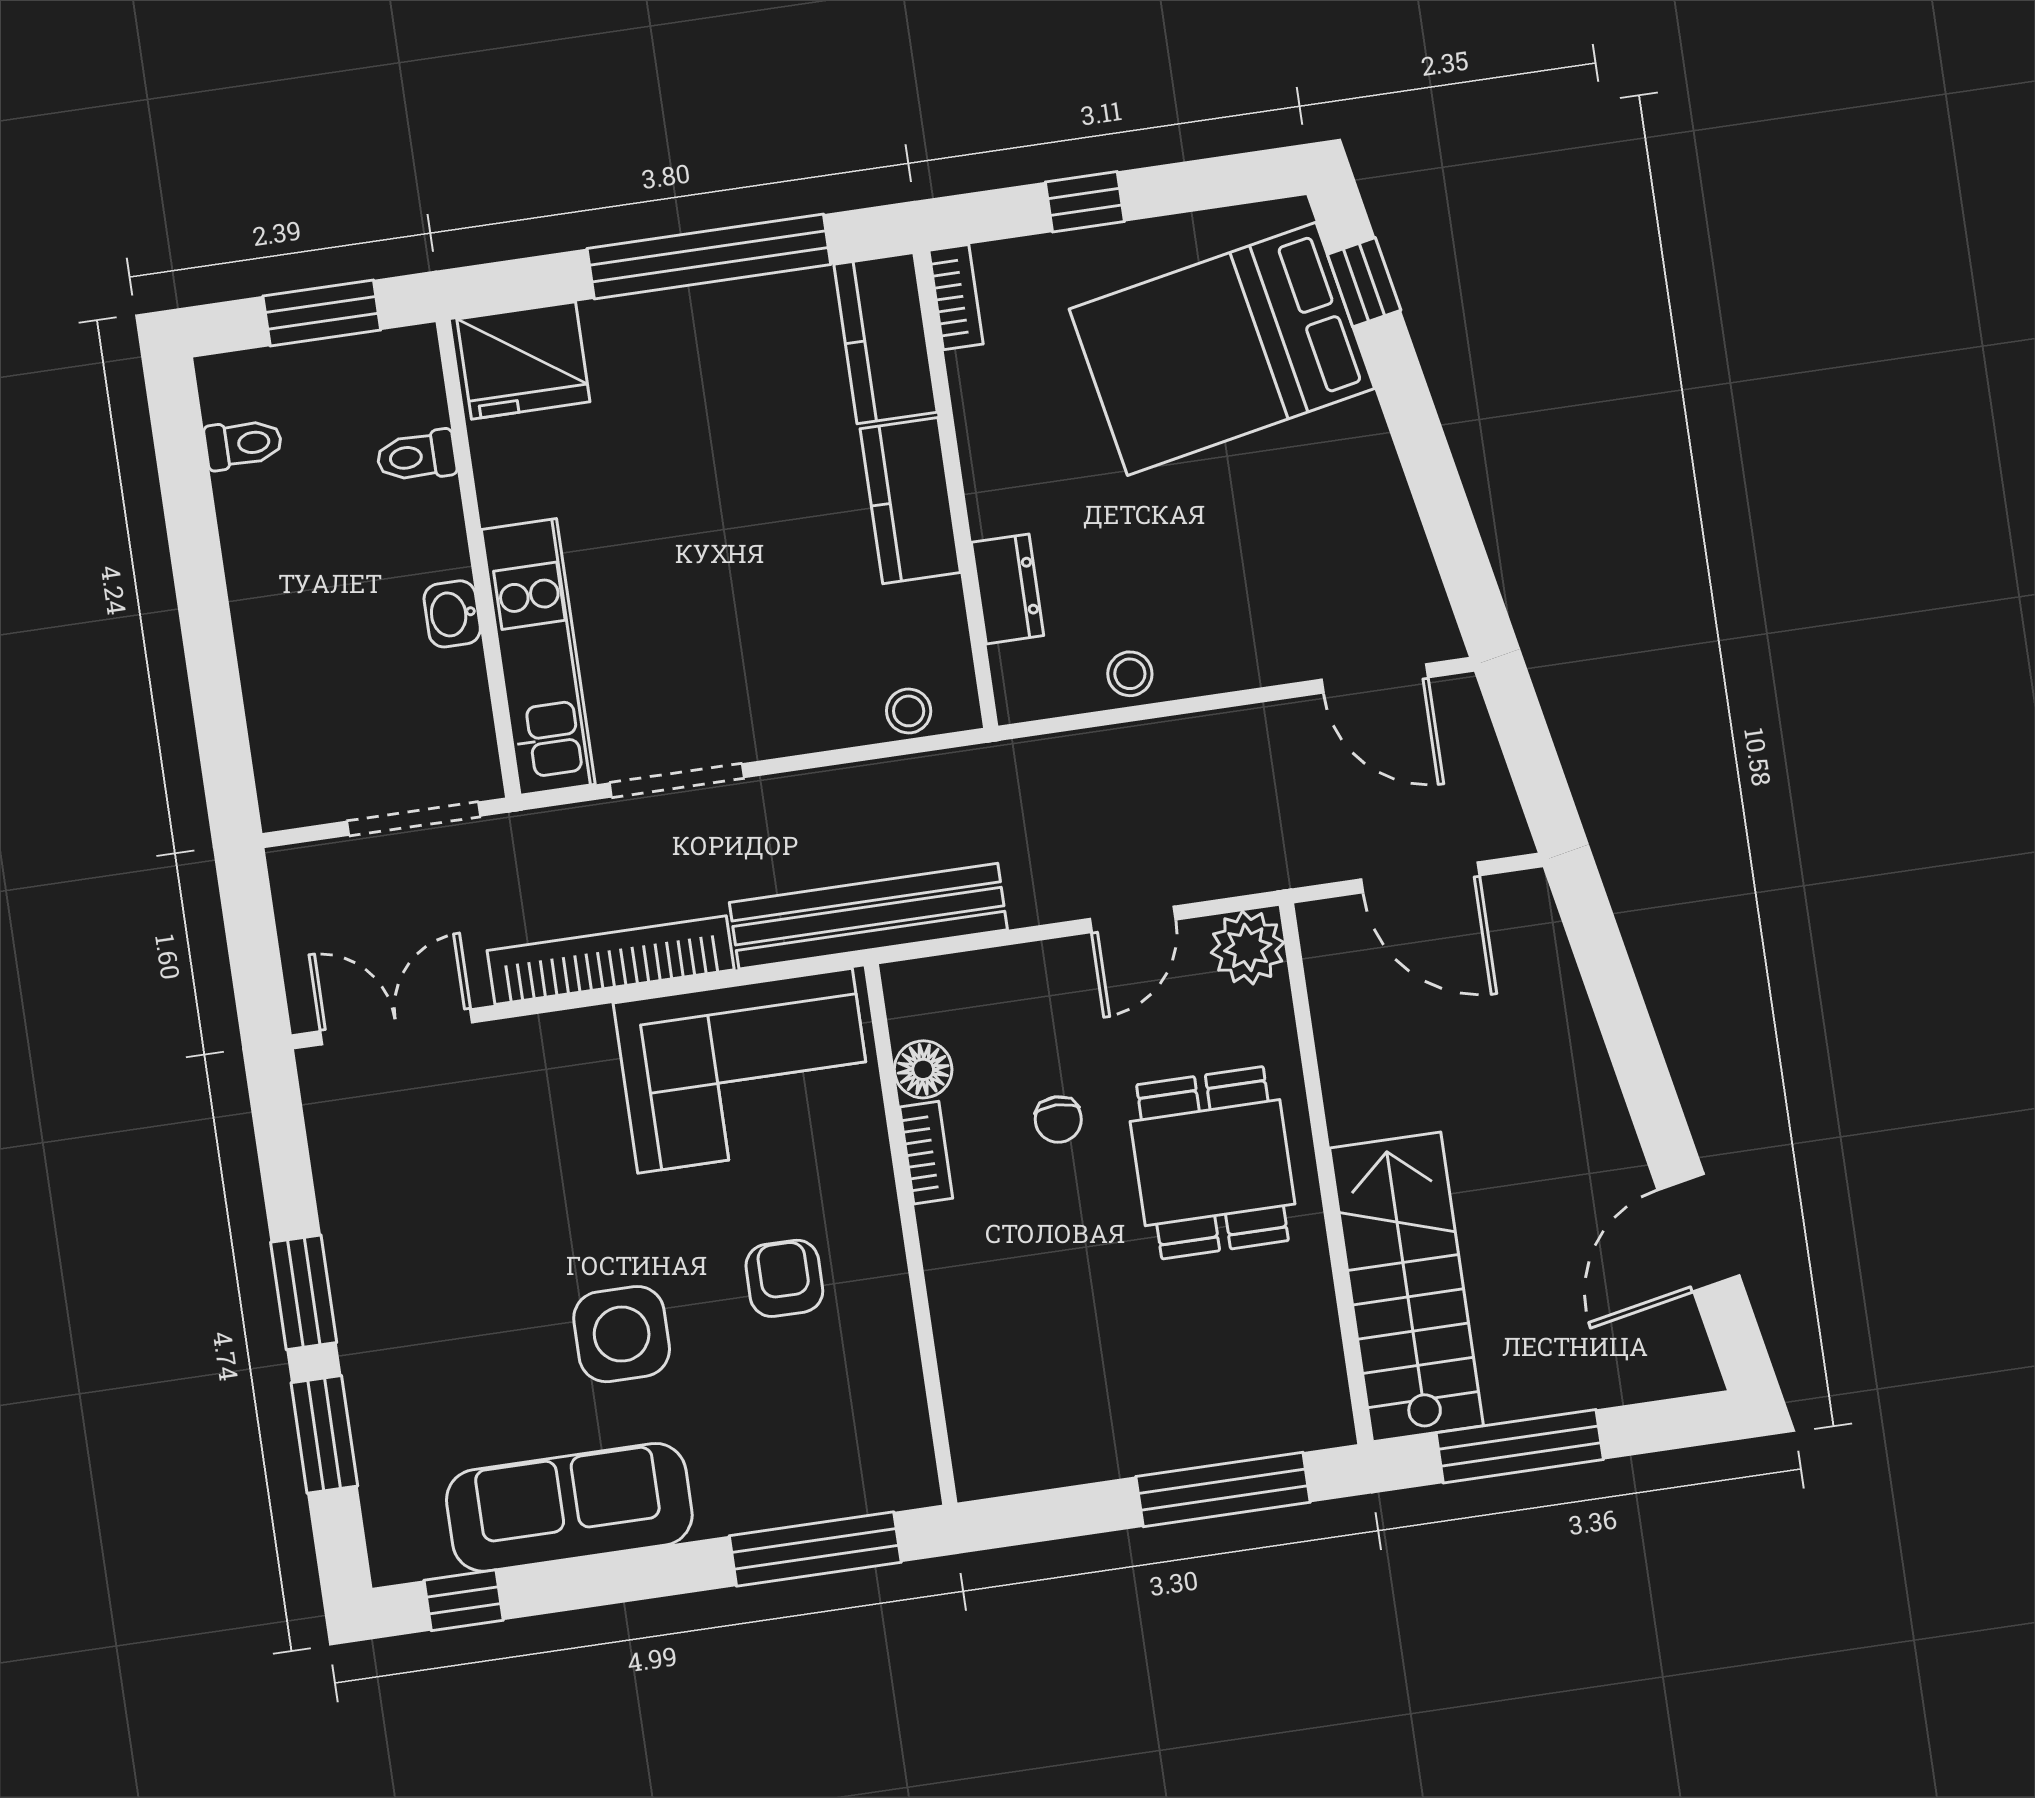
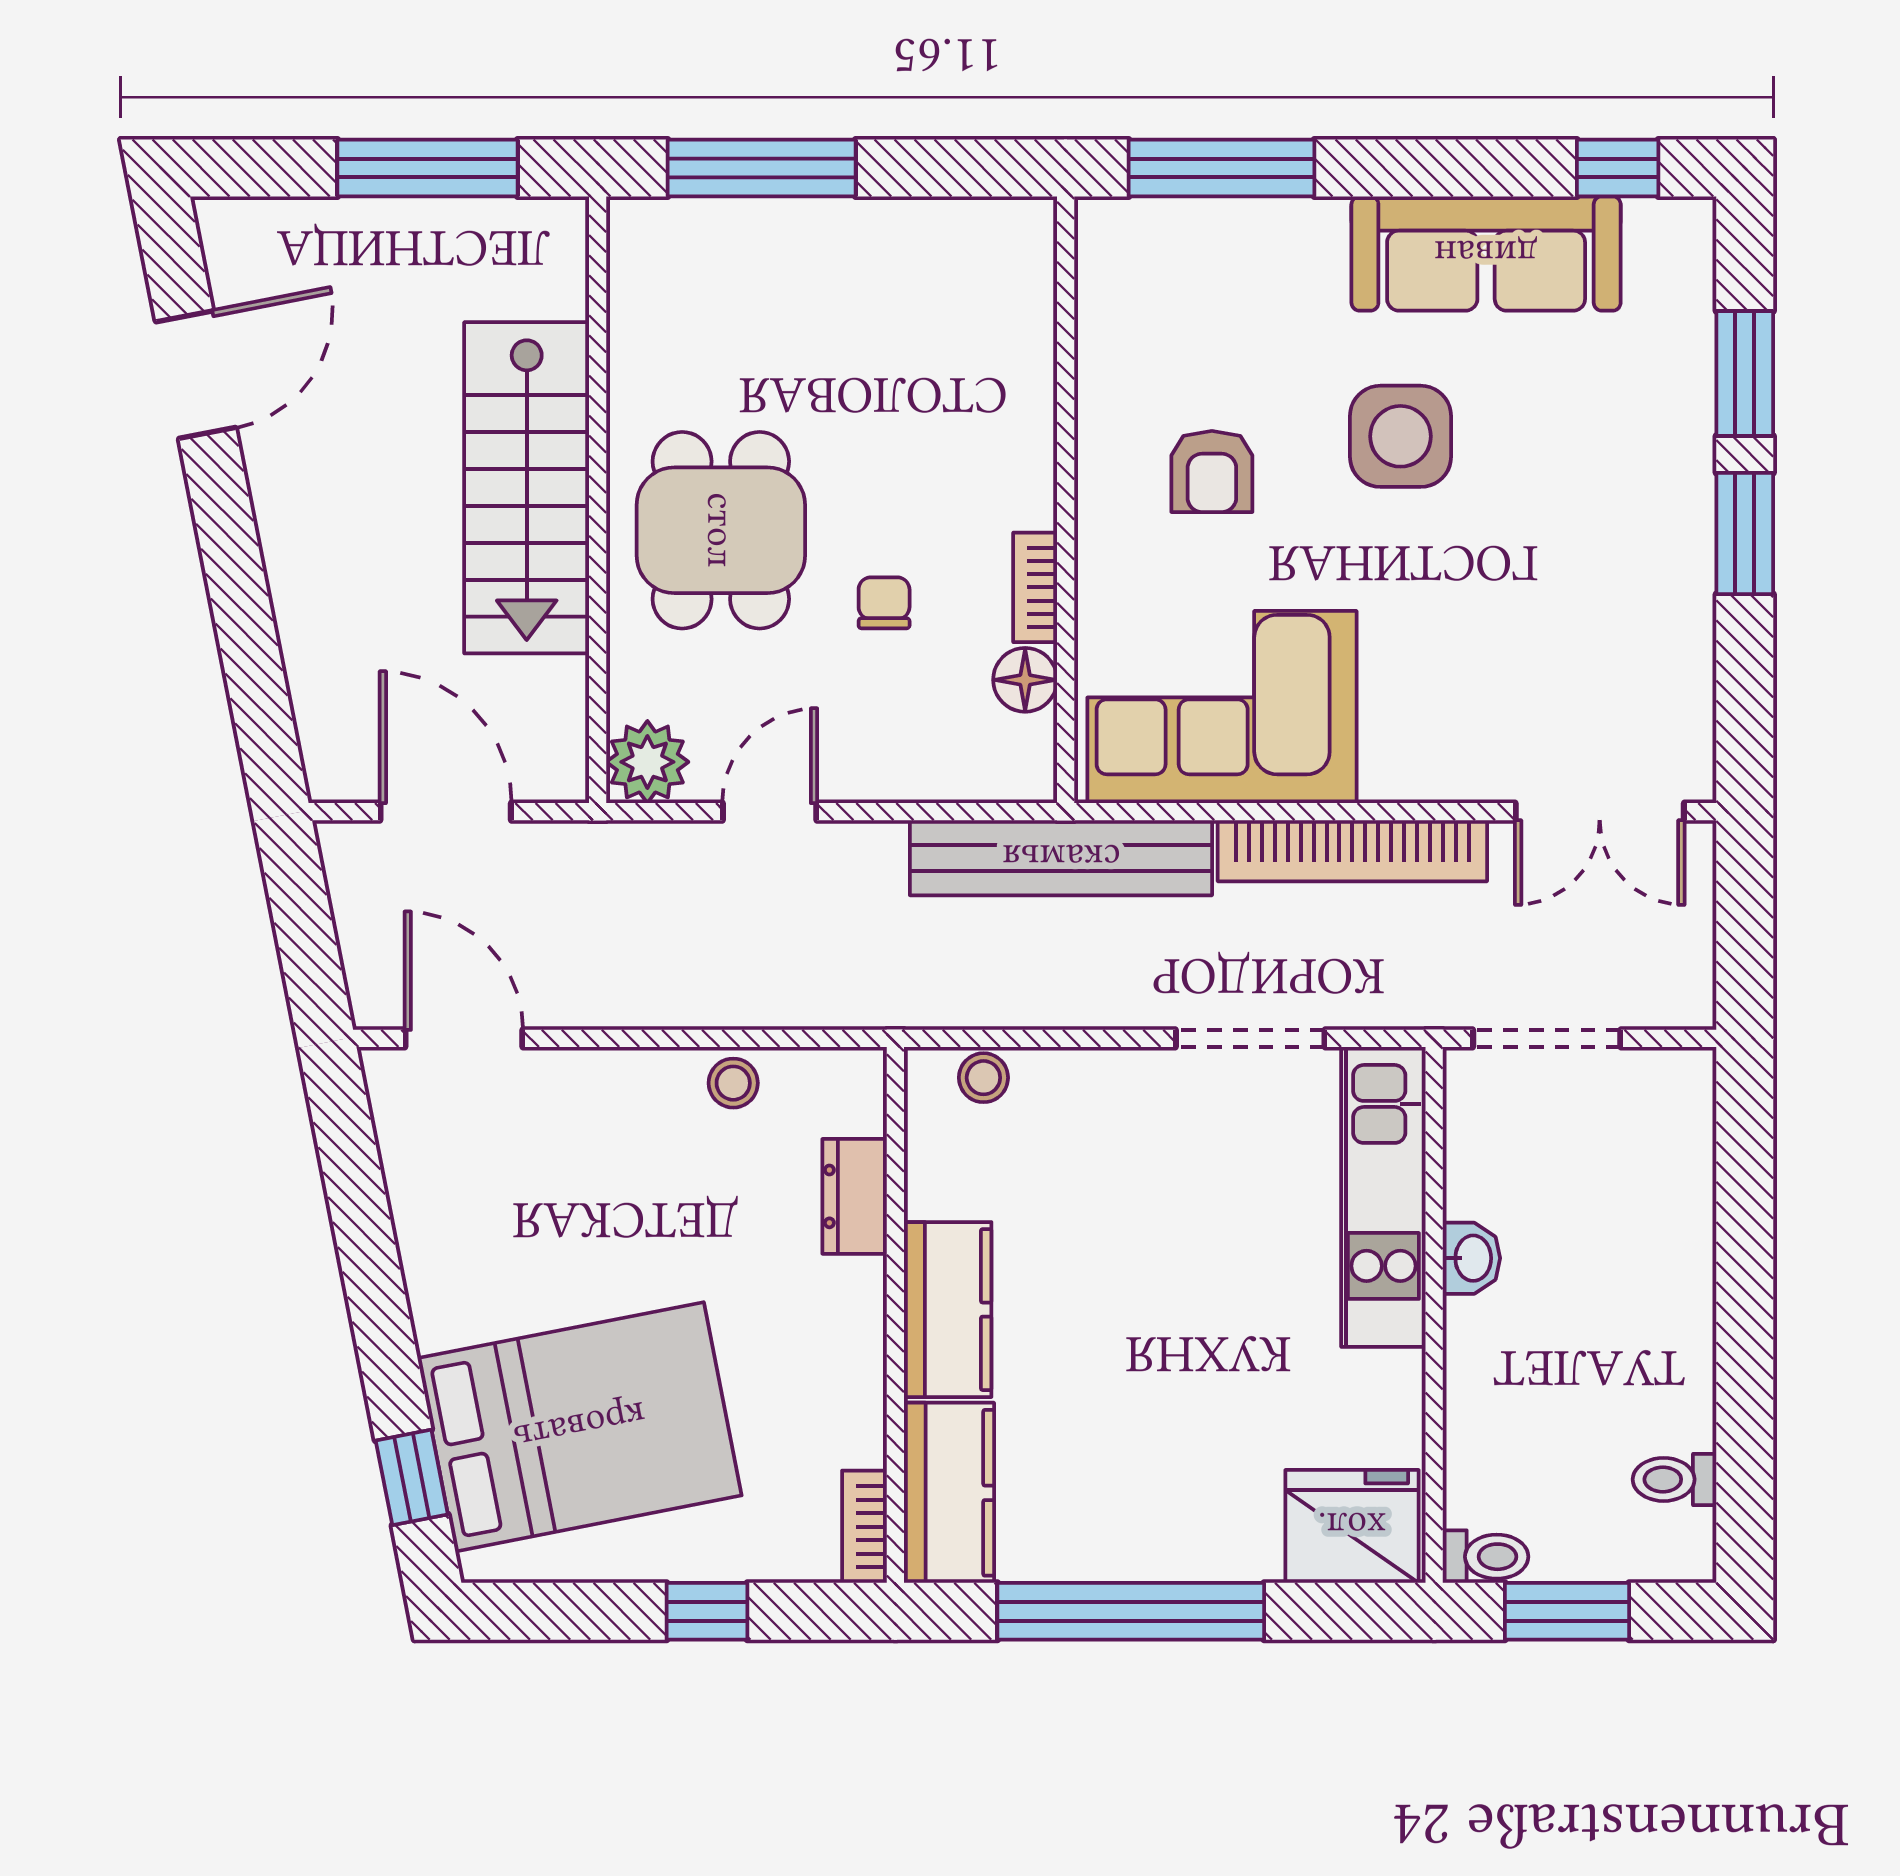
toilet: (416, 456) -> (1486, 1557), moved
stairs: (1407, 1287) -> (527, 488), moved

